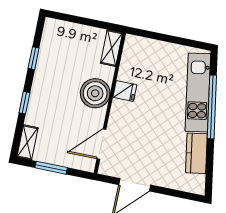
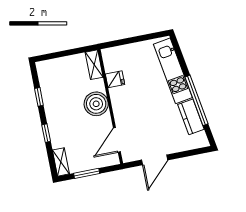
fridge: (125, 91) -> (115, 79), moved
window: (212, 107) -> (196, 100), moved

